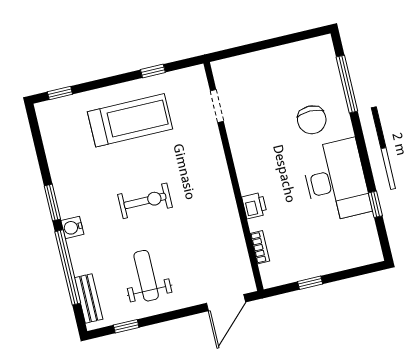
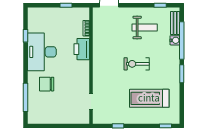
treadmill: (130, 120) -> (149, 98), moved
chair: (312, 120) -> (47, 84), turned -90
printer: (254, 206) -> (82, 49), width x1.87, depth x1.48
water cooler: (72, 227) -> (175, 40), moved
weight bench: (146, 276) -> (145, 27), turned -90

